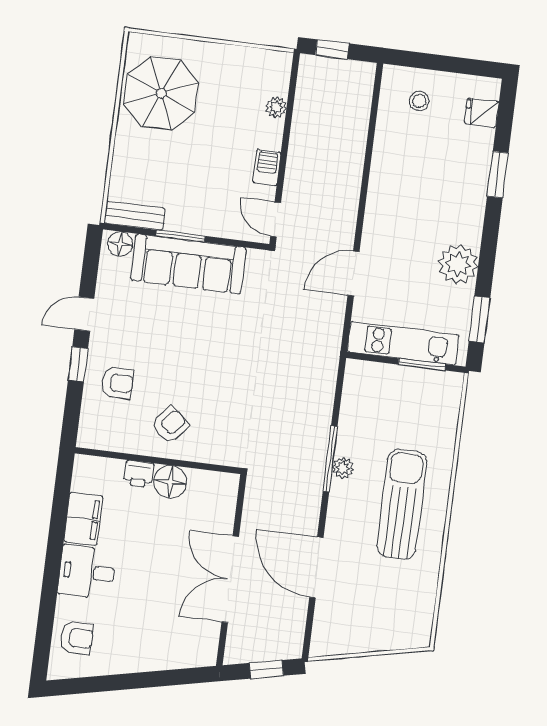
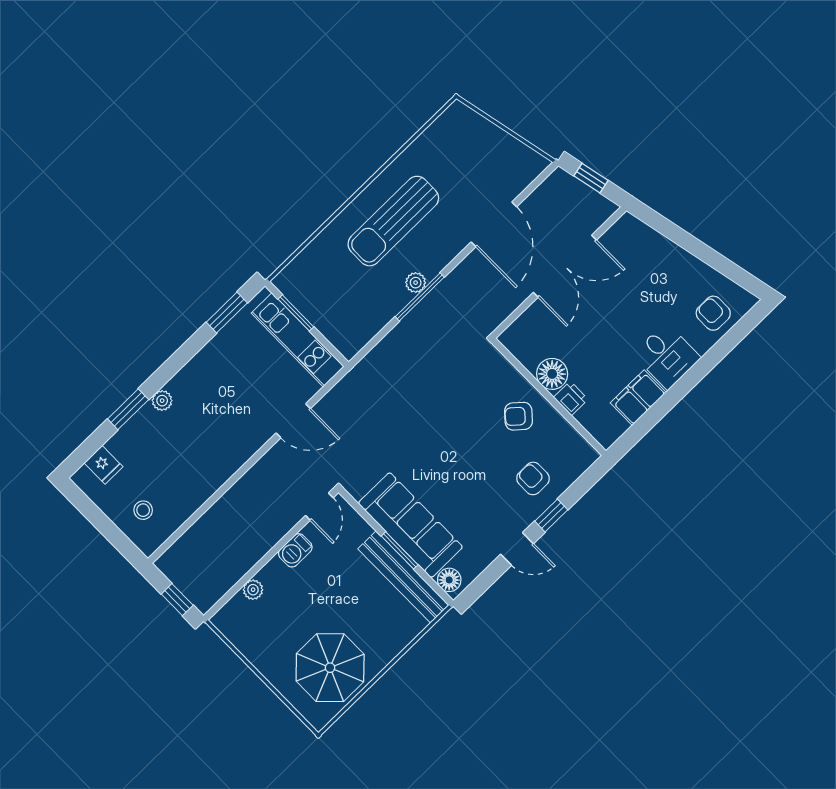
bench: (134, 216) -> (403, 577), width x1.86, depth x1.21
plant: (458, 264) -> (162, 401), moved, width x0.53, depth x0.53

